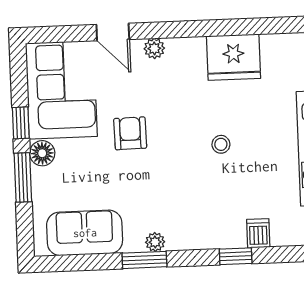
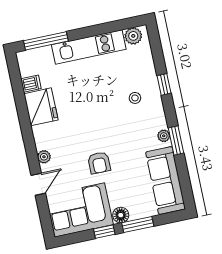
armchair: (130, 133) -> (99, 163), turned -89
stool: (221, 144) -> (135, 98), moved
sofa: (85, 233) -> (165, 180), width x1.36
dishwasher: (258, 233) -> (31, 84), moved, turned 180

